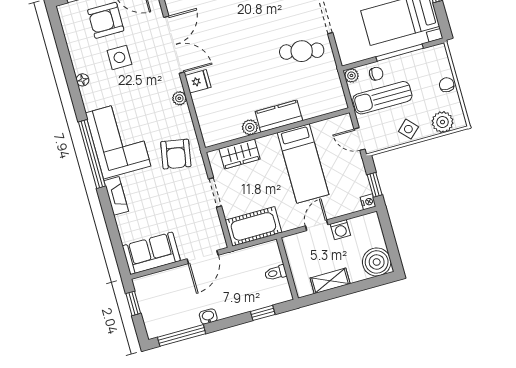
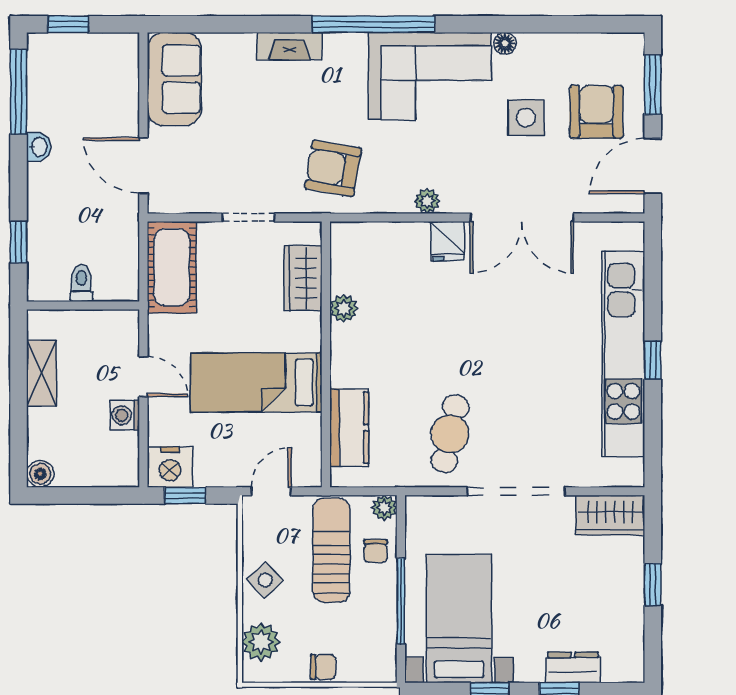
kitchen counter: (279, 116) -> (349, 428), moved
corner sofa: (118, 139) -> (430, 76), moved
nightstand: (368, 202) -> (170, 467), width x1.89, depth x1.79
boiler: (377, 262) -> (40, 474), width x0.54, depth x0.54
window: (133, 303) -> (68, 24), moved

